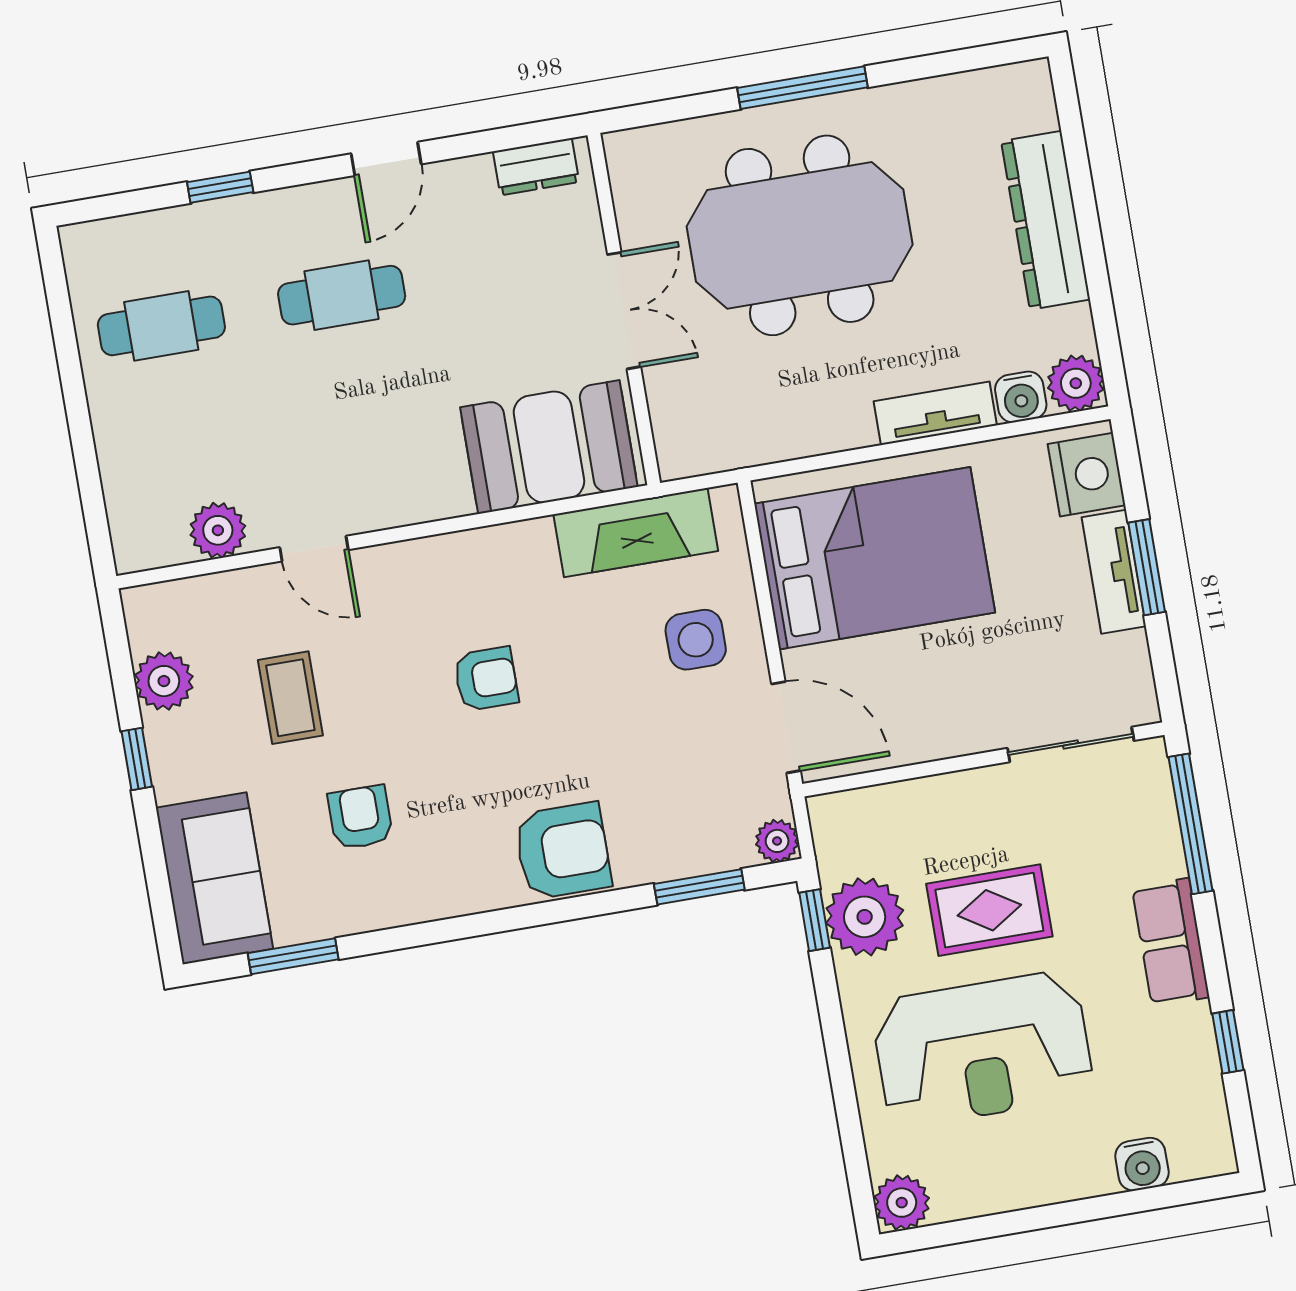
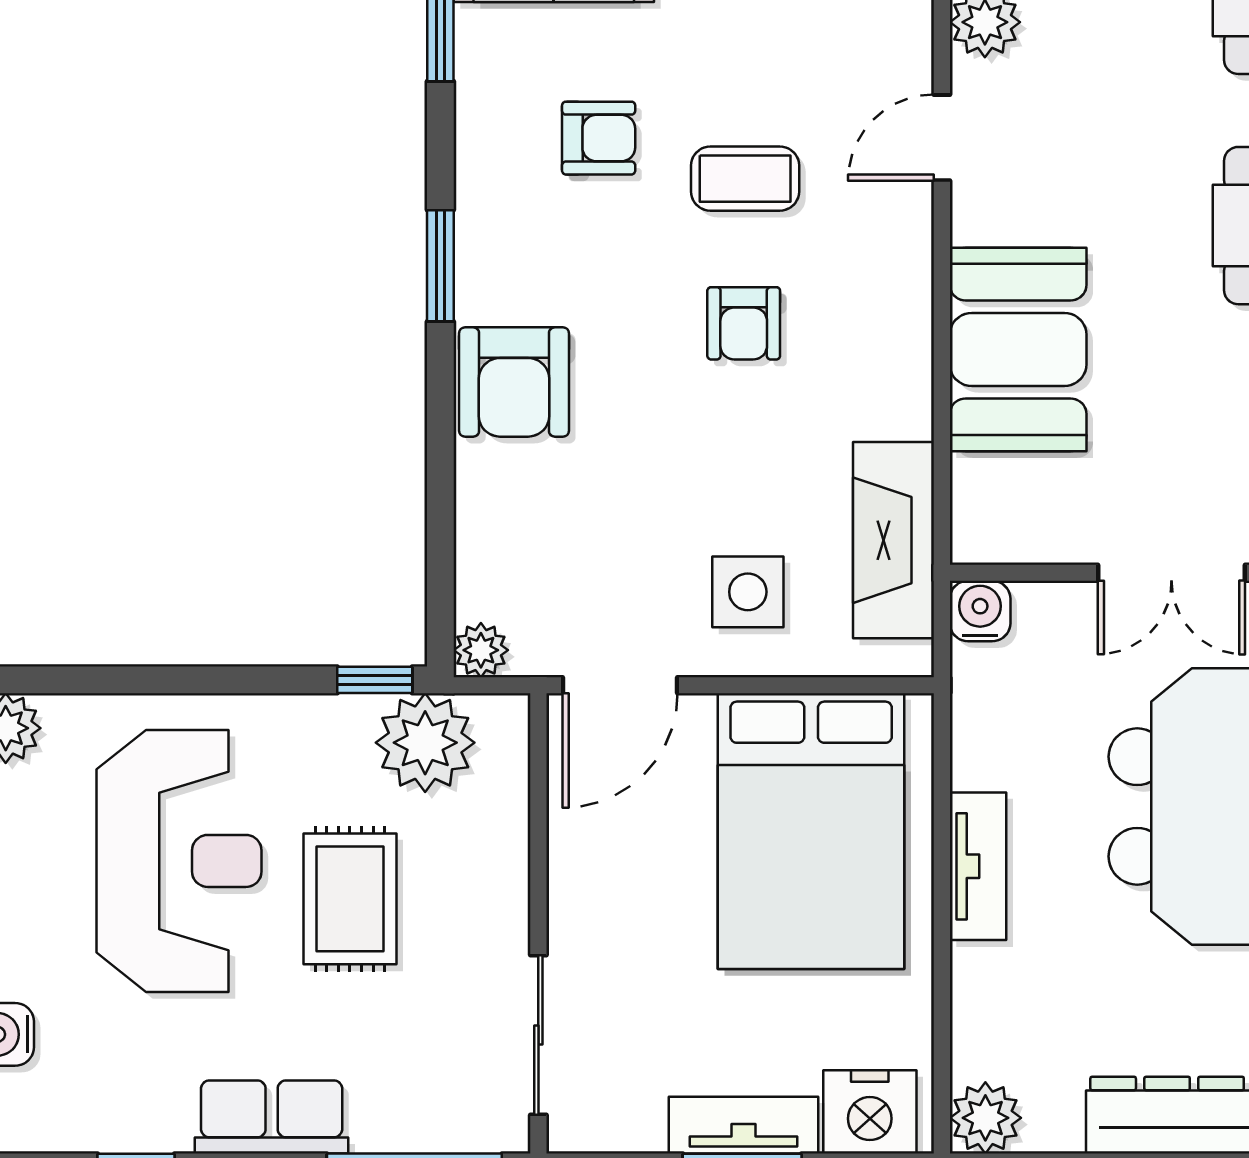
water cooler: (1021, 397) -> (980, 611), moved, turned 90
tv unit: (935, 413) -> (978, 866), moved
booth: (549, 447) -> (1018, 349), moved
coffee table: (290, 698) -> (745, 179), moved
window: (699, 887) -> (440, 266), moved
plant: (865, 917) -> (425, 743), moved
reception desk: (983, 1049) -> (179, 861), turned 180

